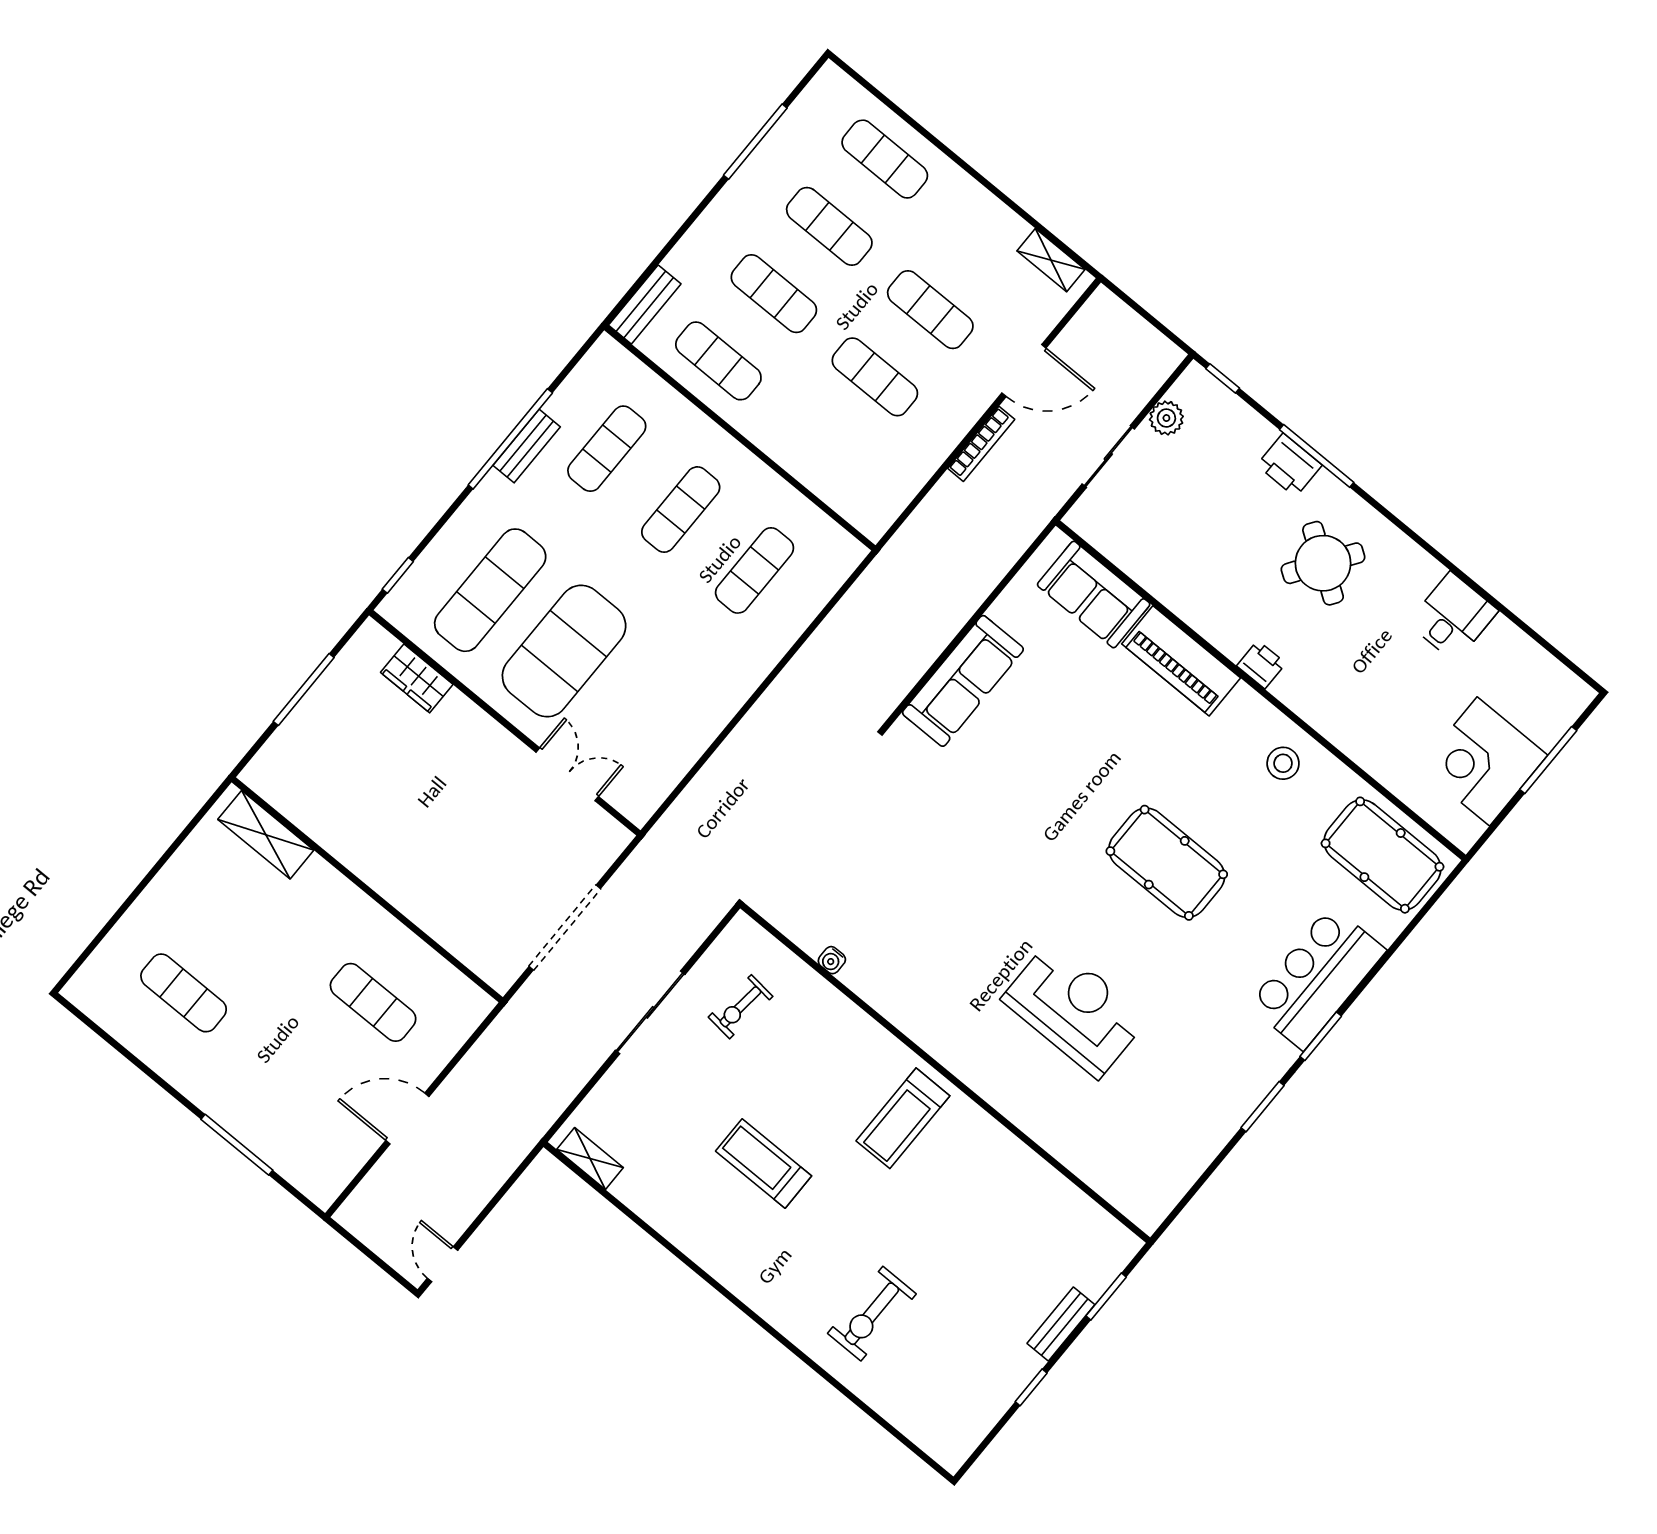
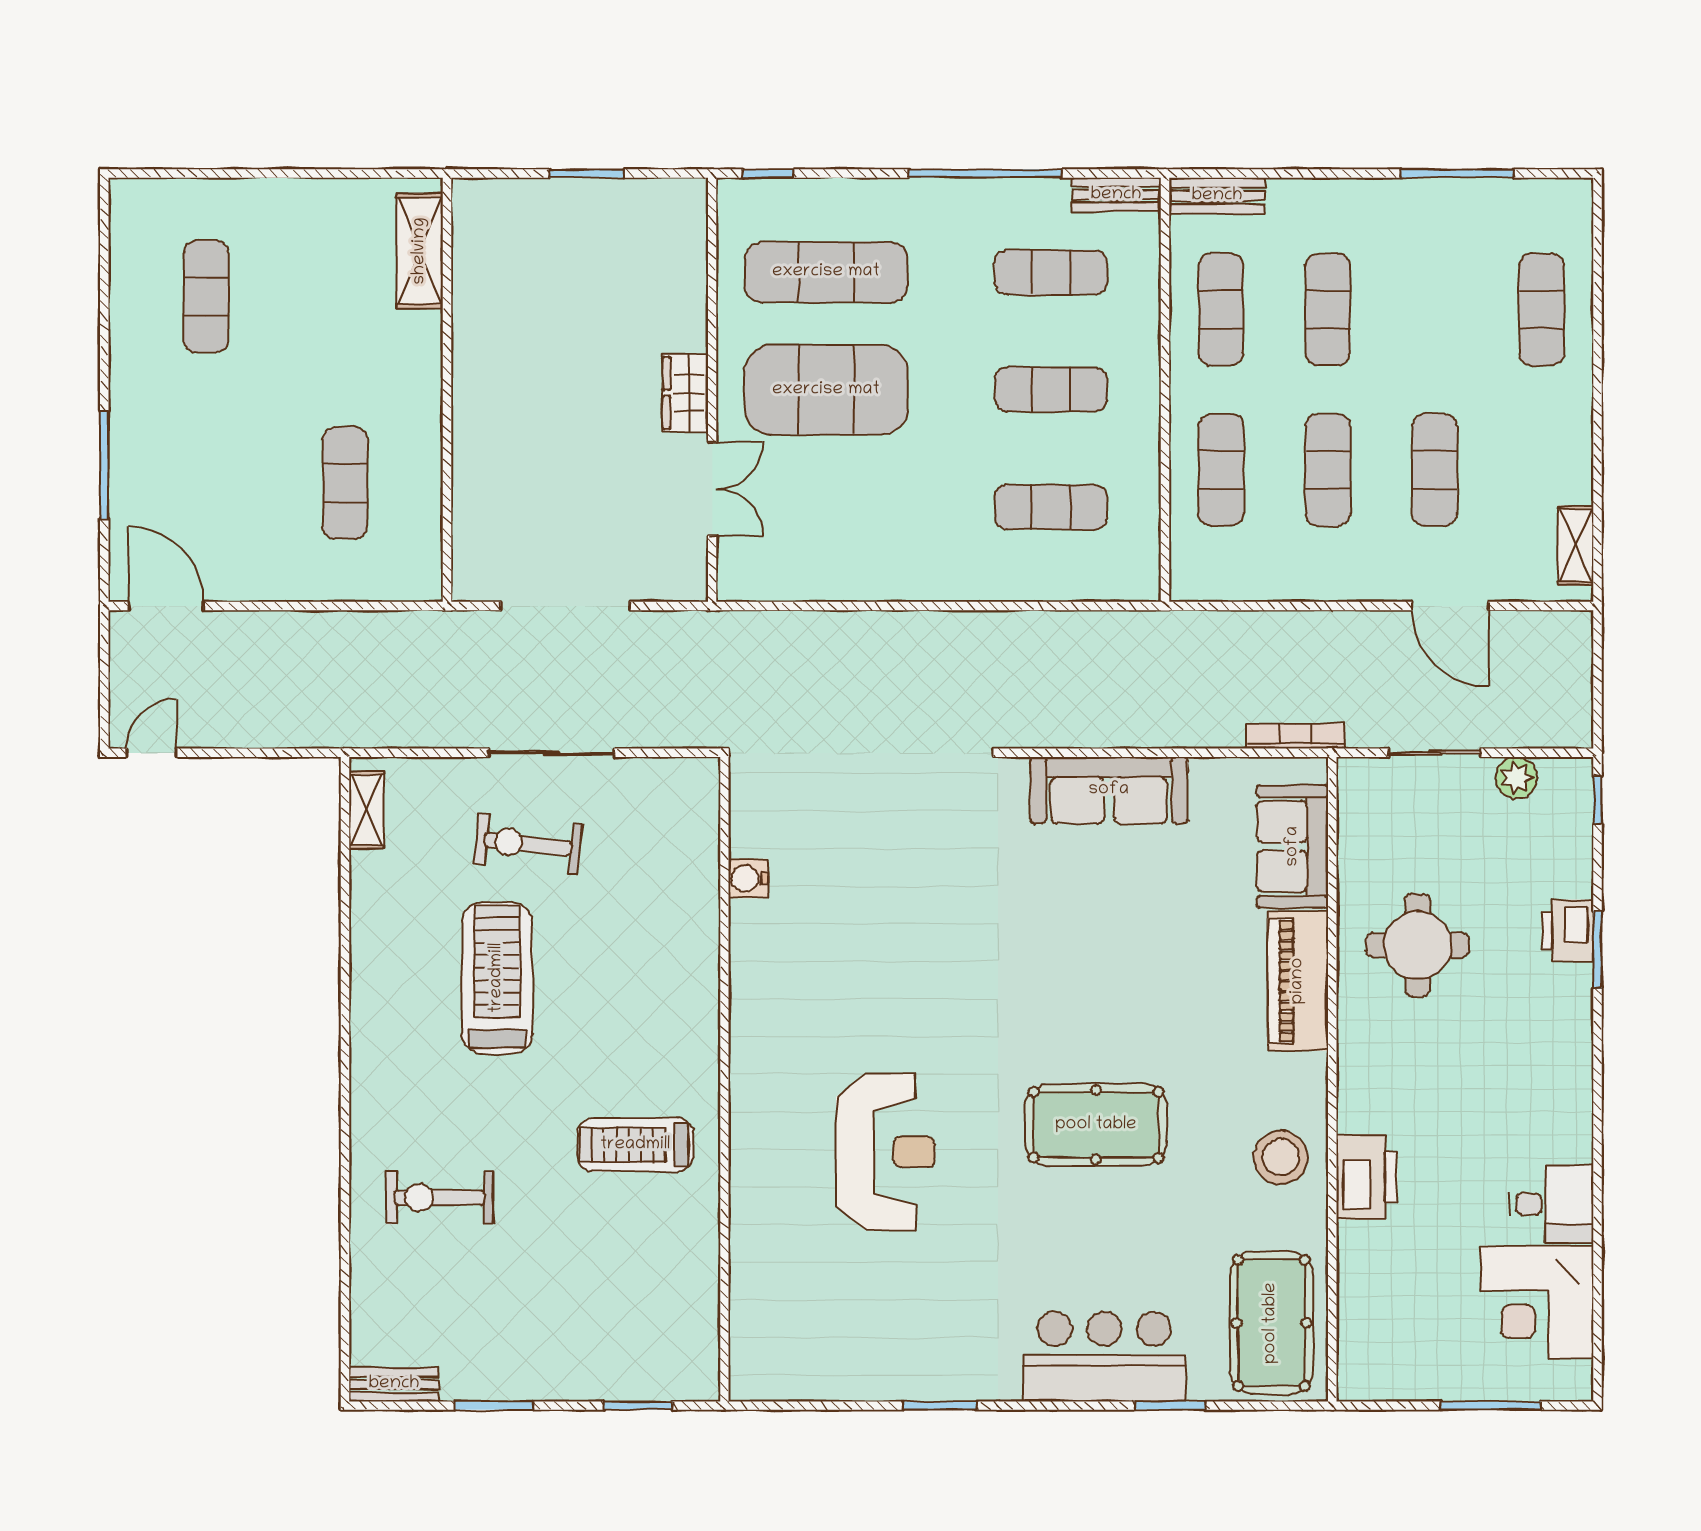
exercise mat: (829, 226) -> (1221, 470), moved
bookcase: (981, 444) -> (1296, 736), moved, turned 180
bench: (527, 446) -> (1116, 195), moved
window: (1317, 456) -> (1598, 950), width x0.69
round table: (1323, 563) -> (1417, 945), moved, turned -34
printer: (1261, 665) -> (1367, 1177), moved, width x1.87, depth x1.48
wardrobe: (417, 678) -> (685, 393), moved
window: (304, 690) -> (587, 173), width x0.69
corner desk: (1483, 761) -> (1537, 1302), moved, turned -90
stool: (1283, 763) -> (1281, 1157), width x1.38, depth x1.38
pool table: (1167, 863) -> (1096, 1125), turned 90
water cooler: (832, 960) -> (748, 879), width x1.38, depth x1.38
exercise bike: (741, 1007) -> (528, 844), moved, width x1.38, depth x1.39
window: (1321, 1036) -> (1170, 1406), moved
door: (407, 1118) -> (166, 606), moved
treadmill: (903, 1118) -> (635, 1145), moved
treadmill: (764, 1164) -> (497, 978), width x1.37, depth x1.38
bench: (1061, 1324) -> (394, 1384), moved
window: (1031, 1387) -> (494, 1406), width x1.50

